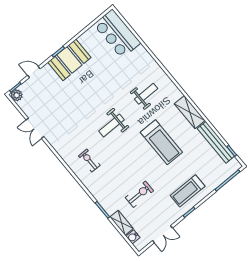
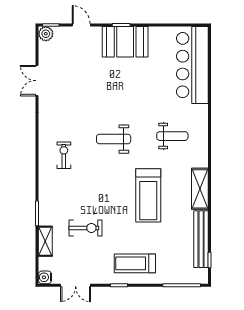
bar counter: (117, 34) -> (192, 65), width x1.36
water cooler: (133, 237) -> (45, 277), moved

